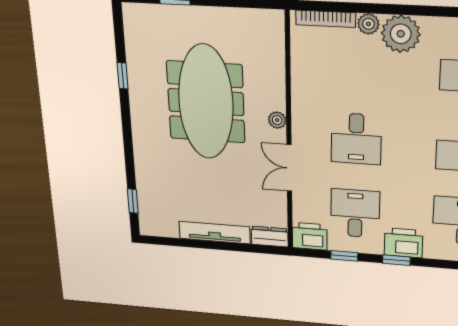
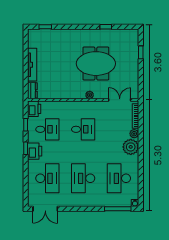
meeting table: (206, 102) -> (96, 64), width x0.73
desk: (356, 139) -> (83, 129), turned 180
double door: (289, 168) -> (120, 100), moved

